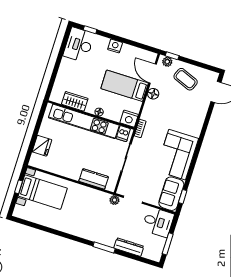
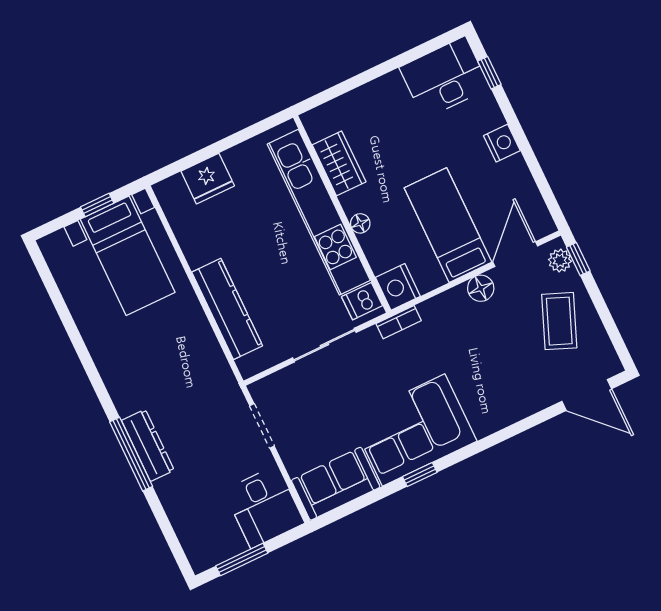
kitchen counter: (94, 179) -> (227, 309), width x1.50
window: (183, 197) -> (420, 475), moved
plant: (114, 200) -> (231, 395), removed
dresser: (129, 247) -> (148, 445), moved
window: (104, 248) -> (131, 454), width x1.44

